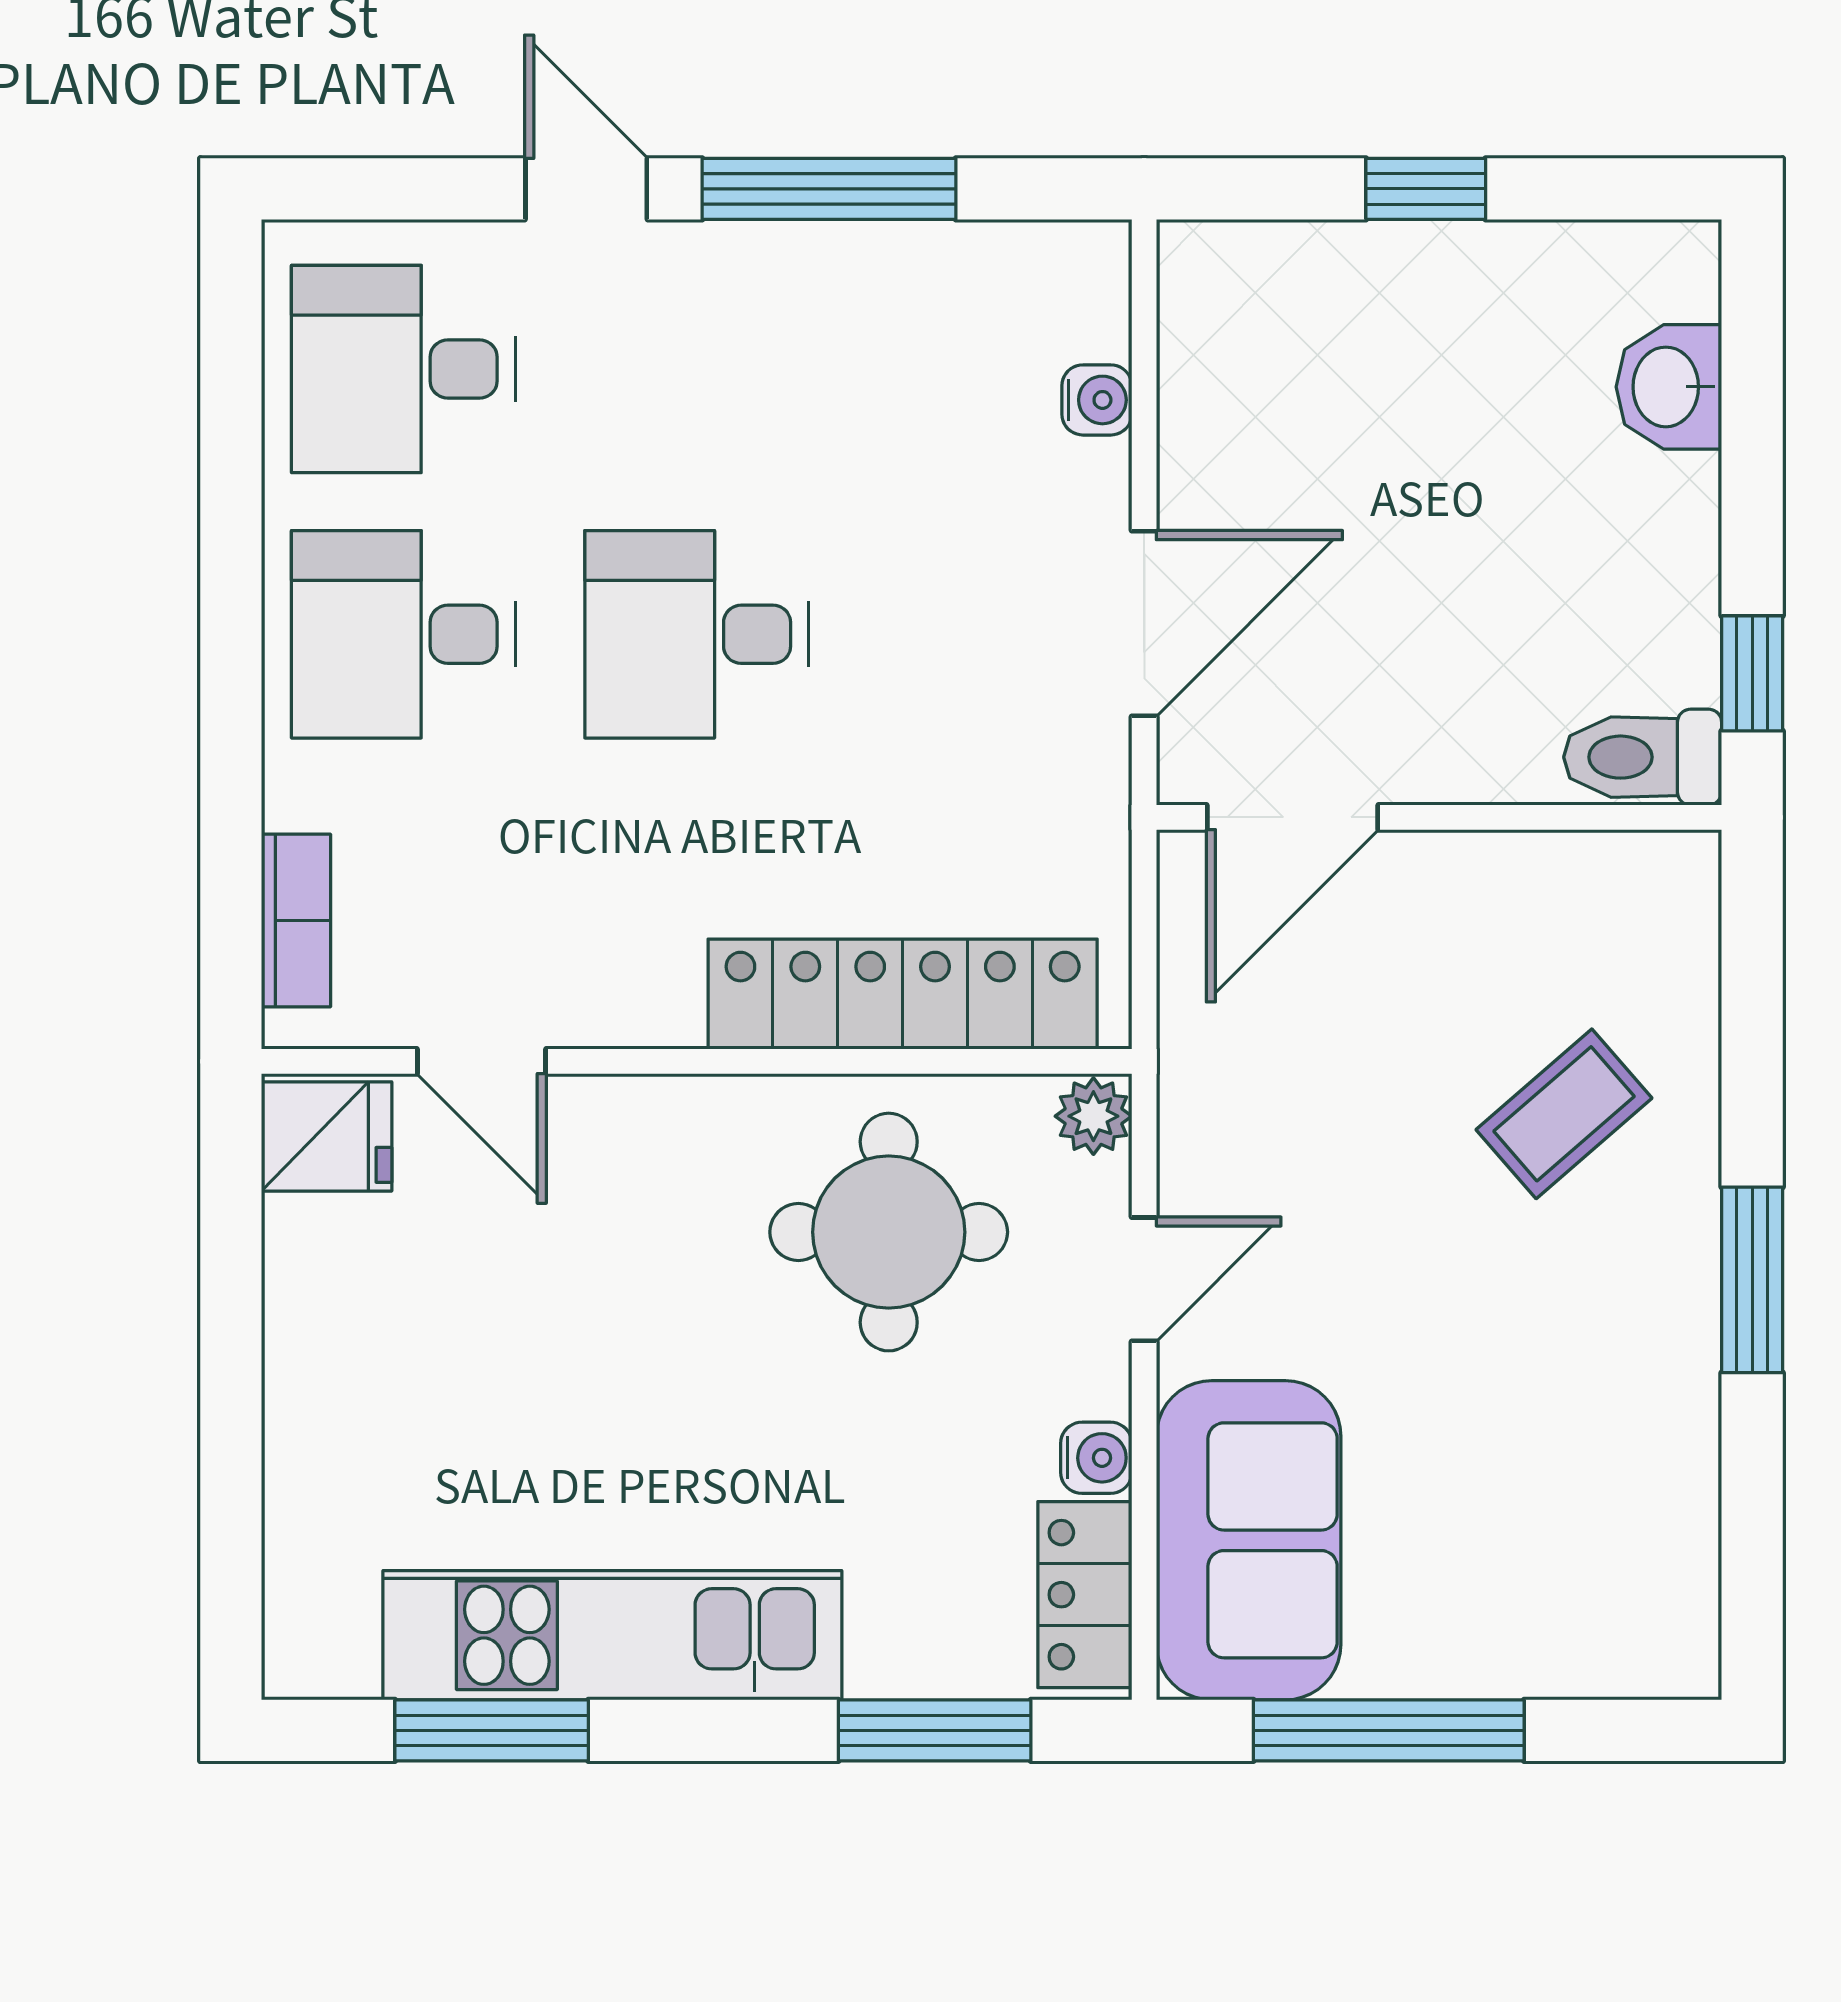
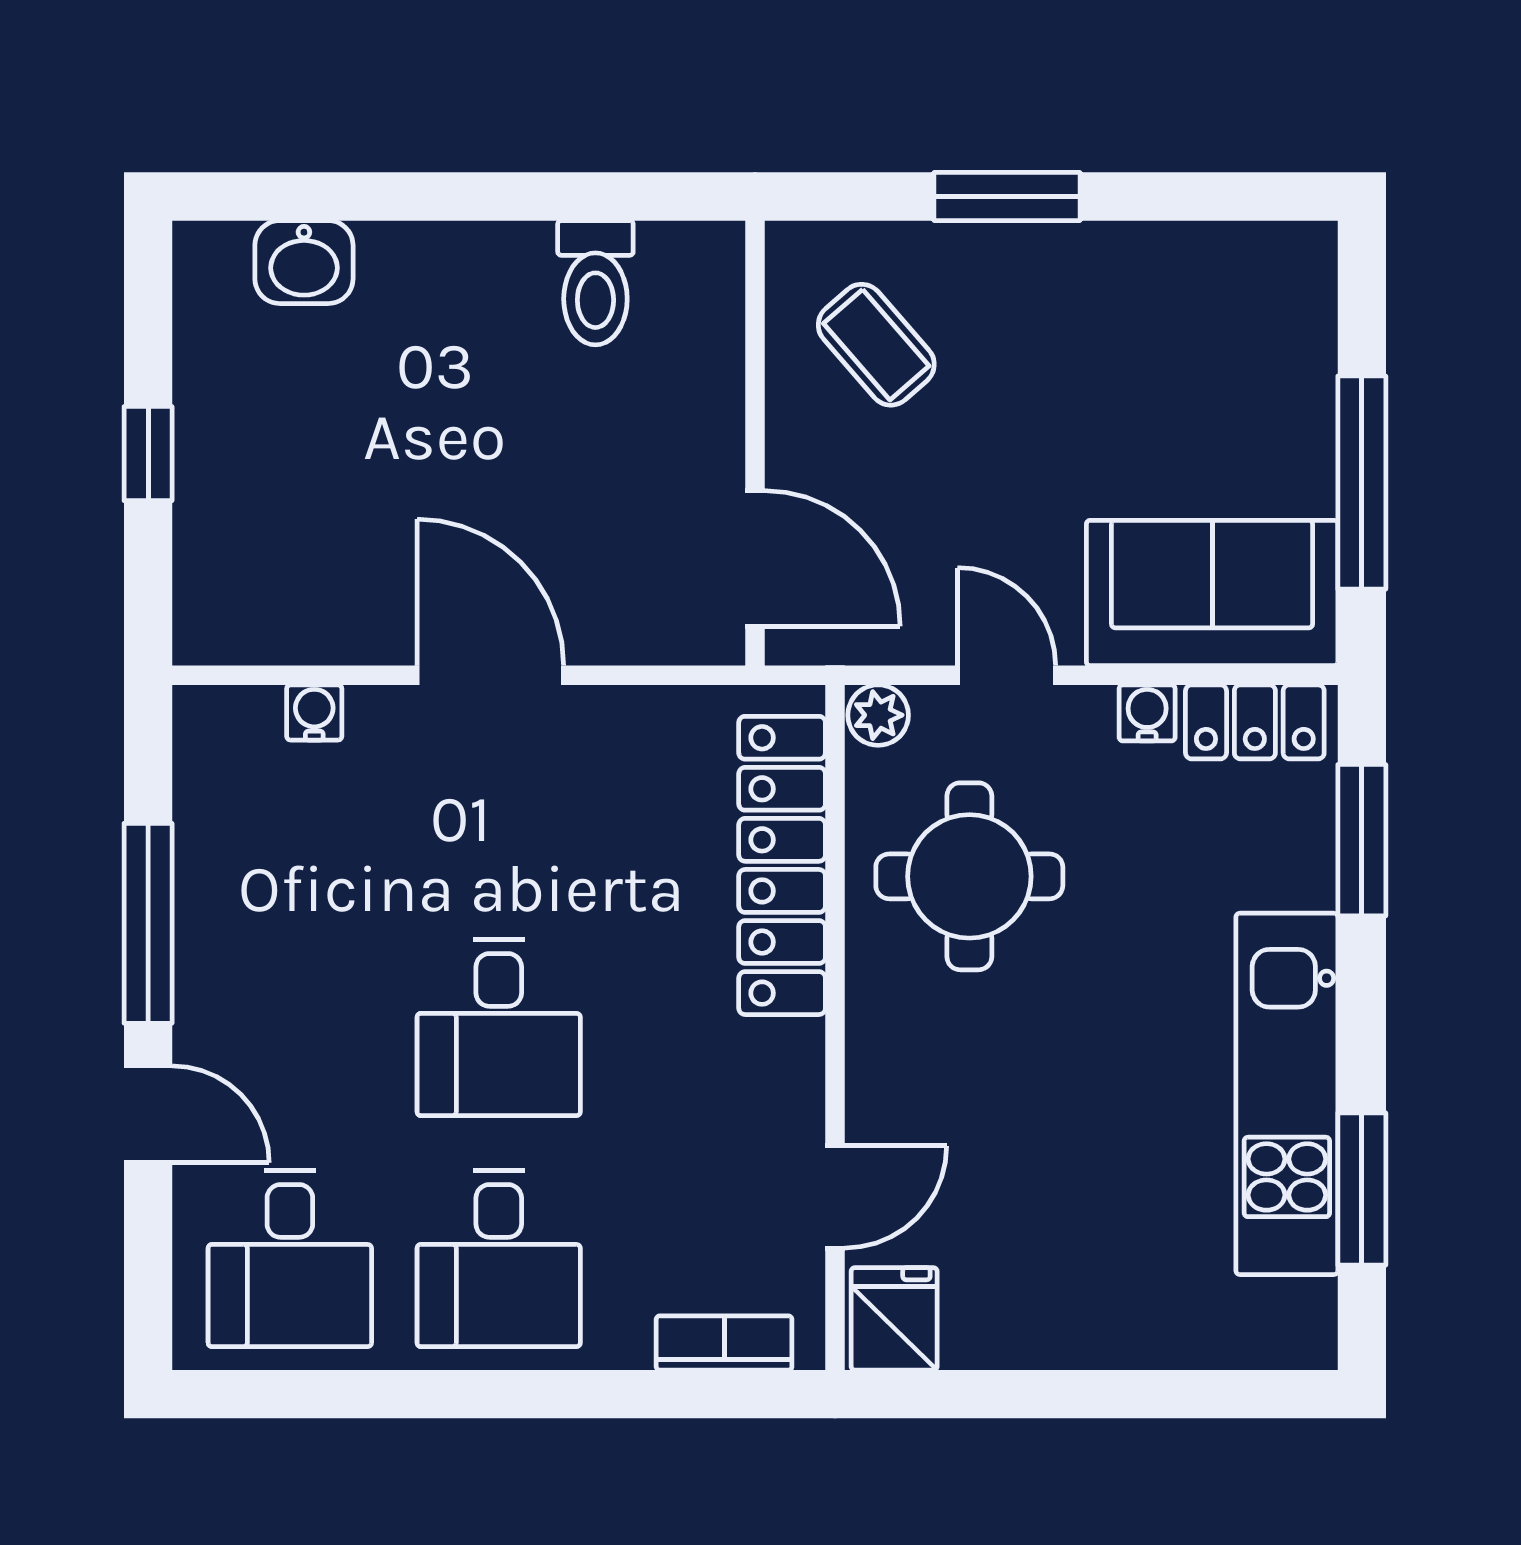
door: (586, 189) -> (148, 1114), swing flipped
window: (1752, 673) -> (529, 197), removed
door: (1292, 817) -> (755, 558), moved
wall: (1439, 817) -> (755, 443), moved

